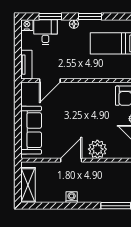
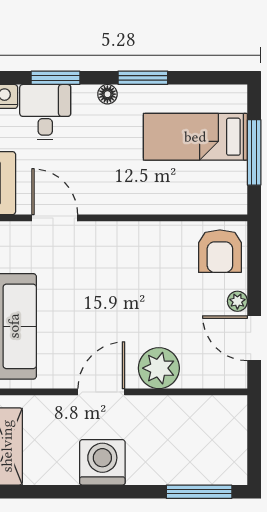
door: (50, 81) -> (55, 218), swing flipped
washing machine: (72, 197) -> (102, 462), width x1.89, depth x1.89

